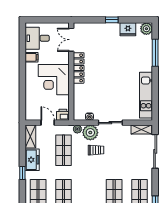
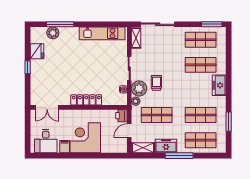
plant: (146, 29) -> (53, 33), moved
locker: (79, 68) -> (86, 100), moved
corner desk: (54, 80) -> (85, 138), moved, turned 180
window: (22, 173) -> (179, 156), width x2.17

